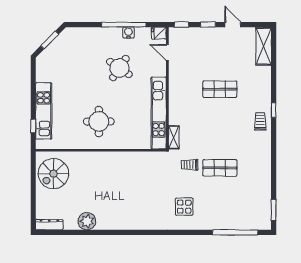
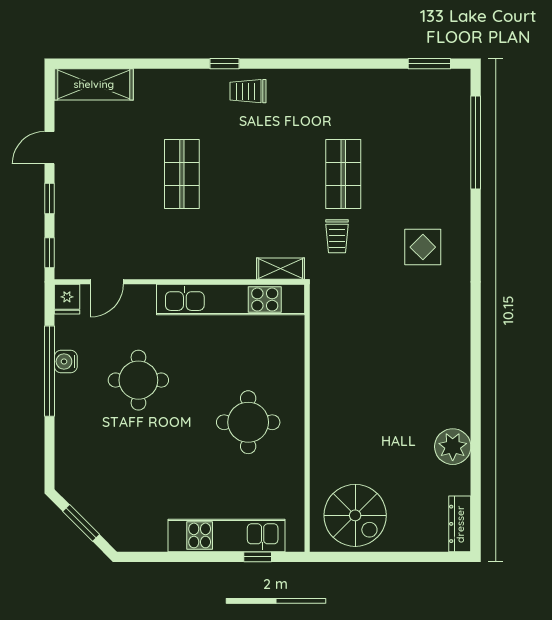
round table: (119, 68) -> (138, 380), turned -34

